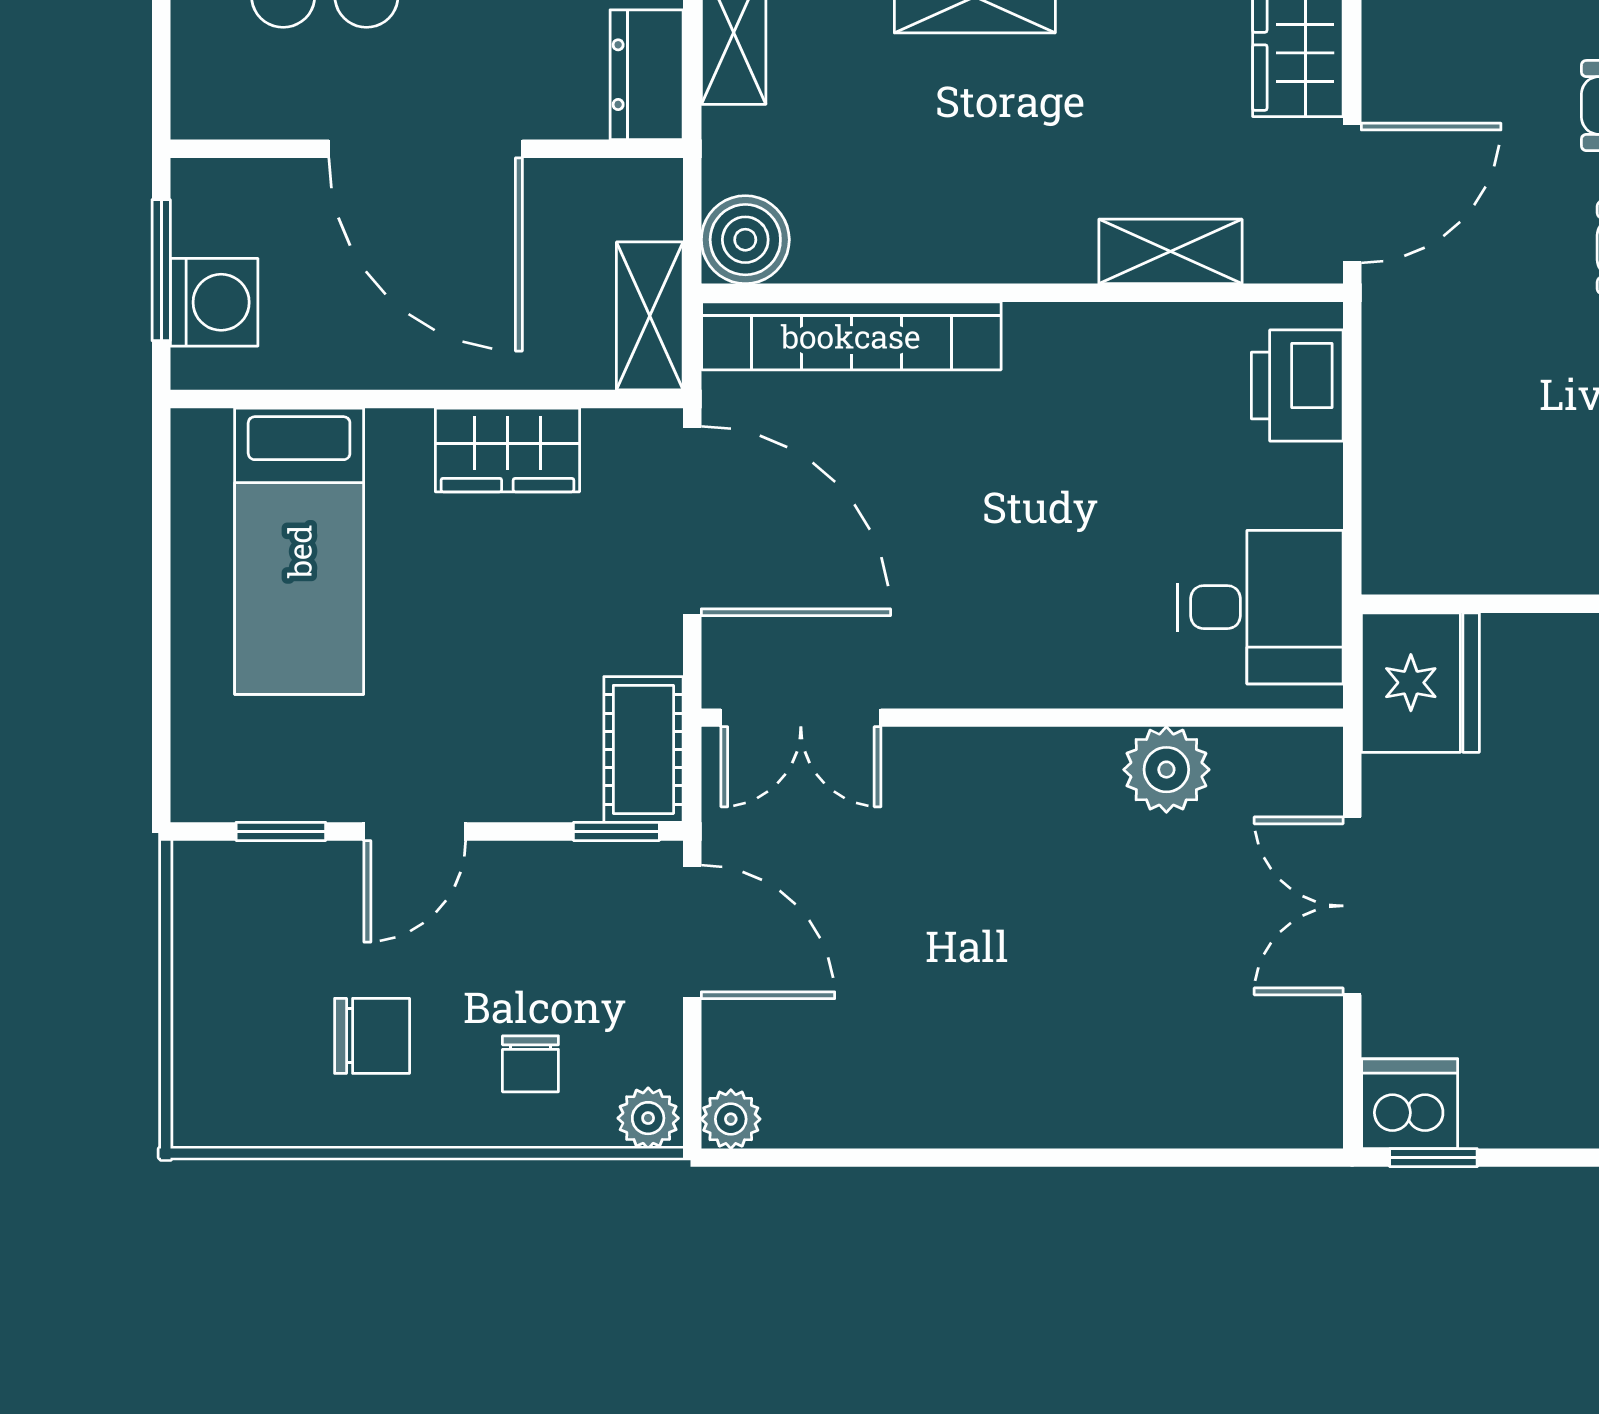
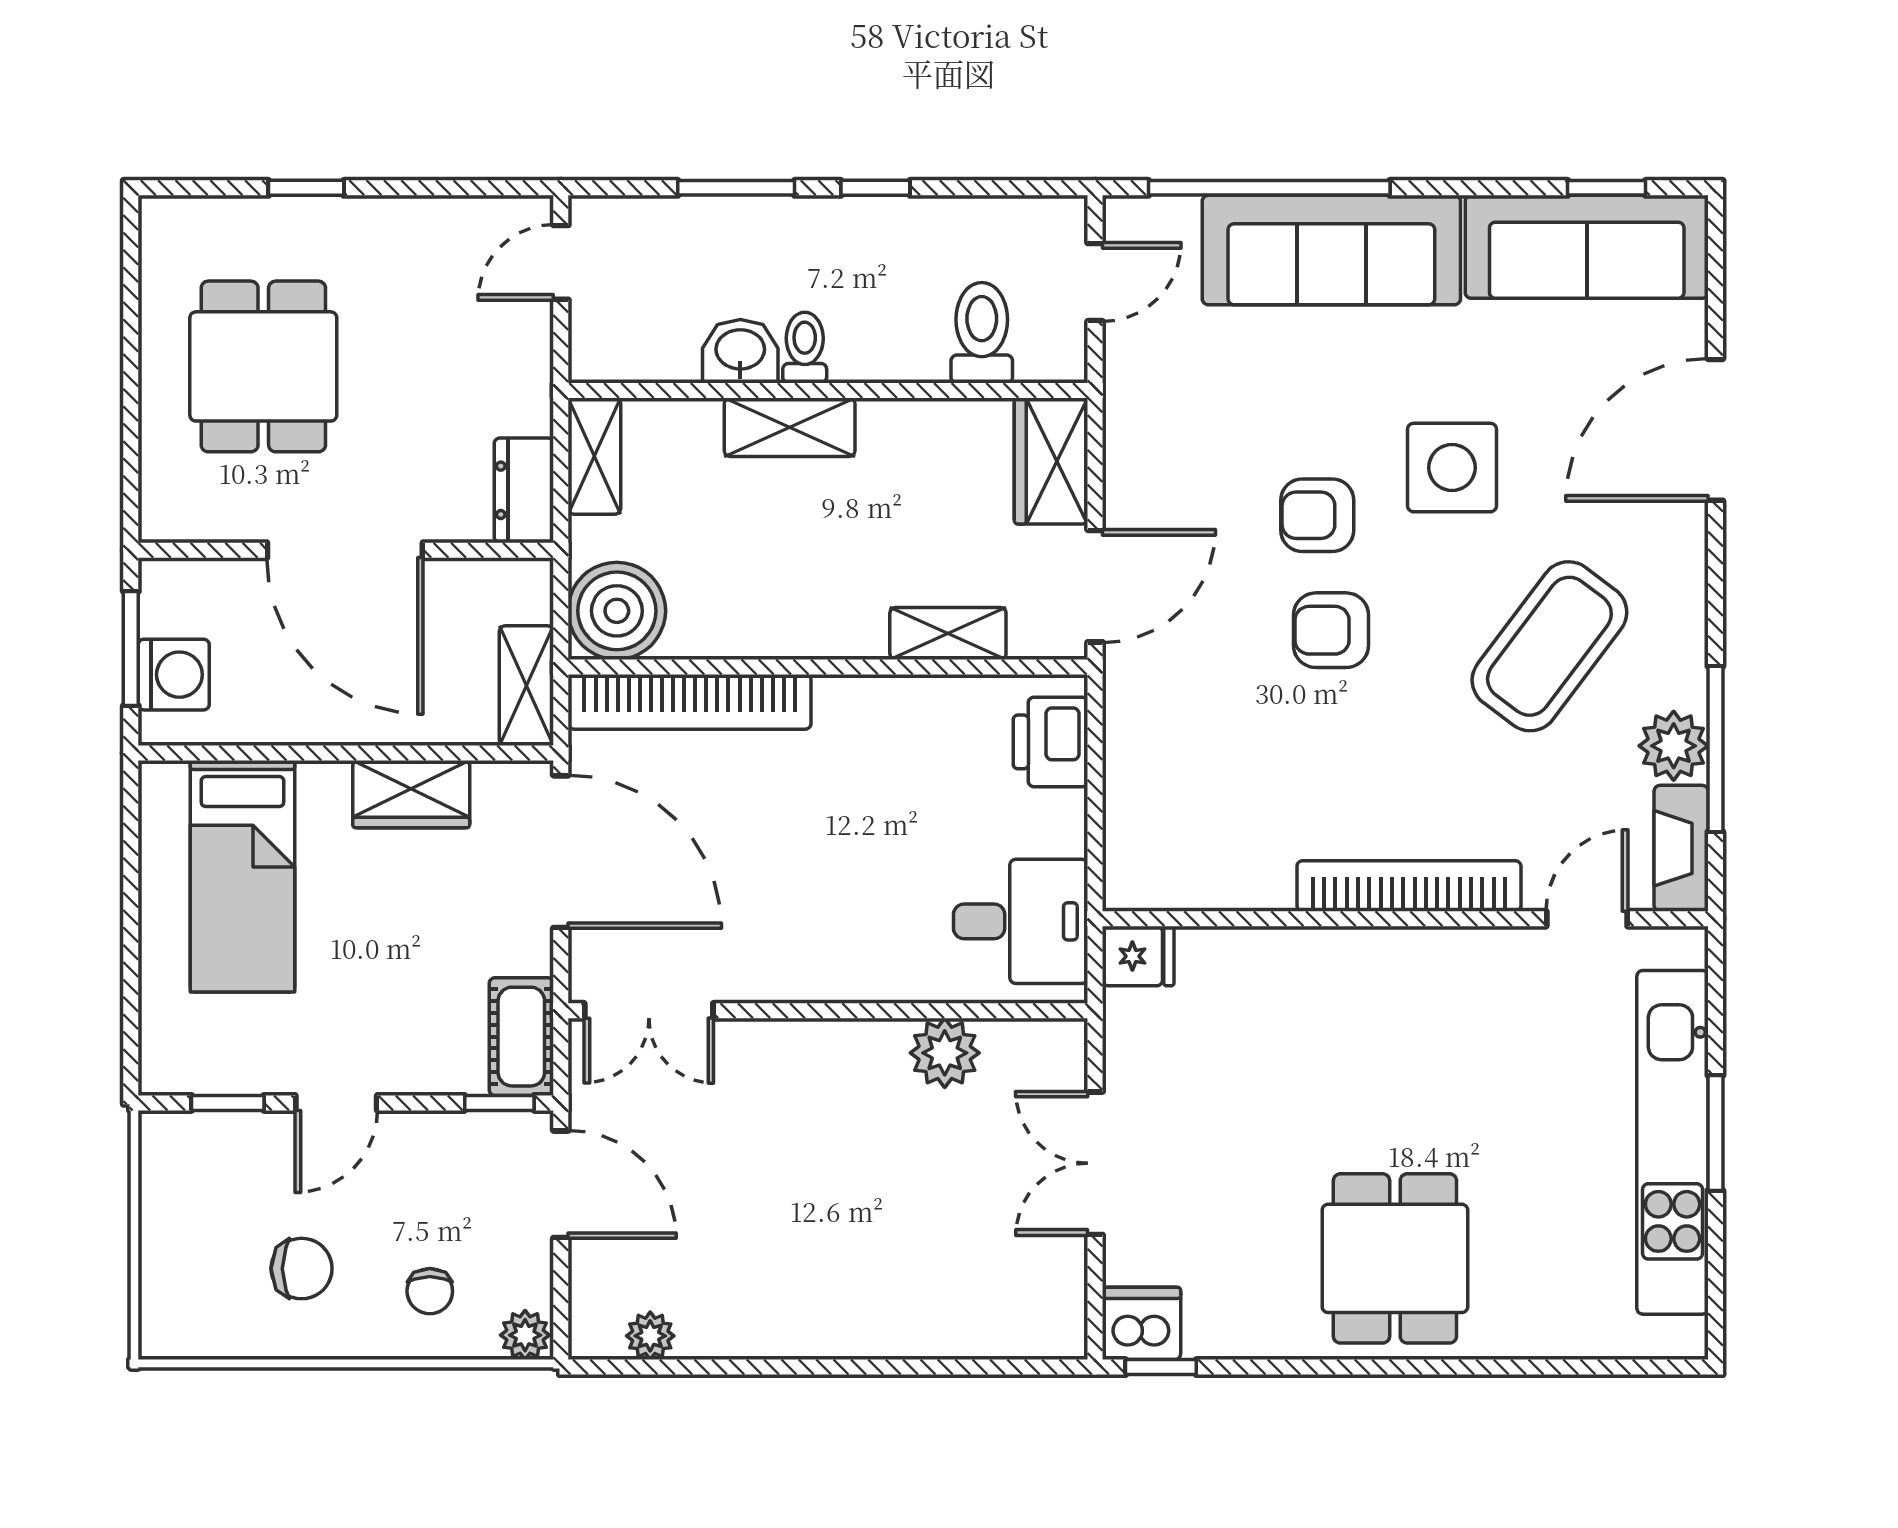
boiler: (745, 240) -> (617, 611), width x1.37, depth x1.37
fridge: (1420, 683) -> (1138, 956), width x0.53, depth x0.75
plant: (731, 1119) -> (650, 1336), moved

